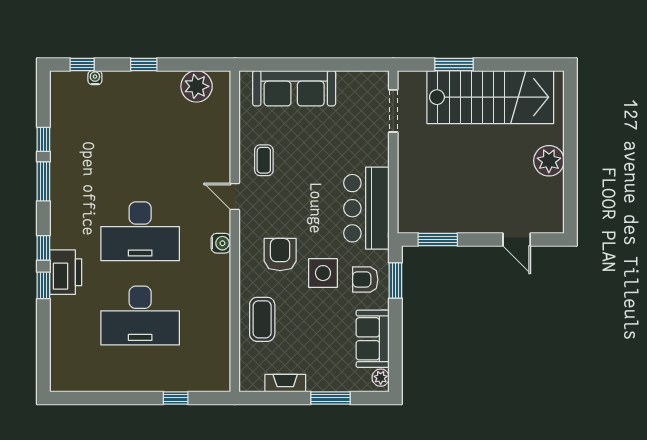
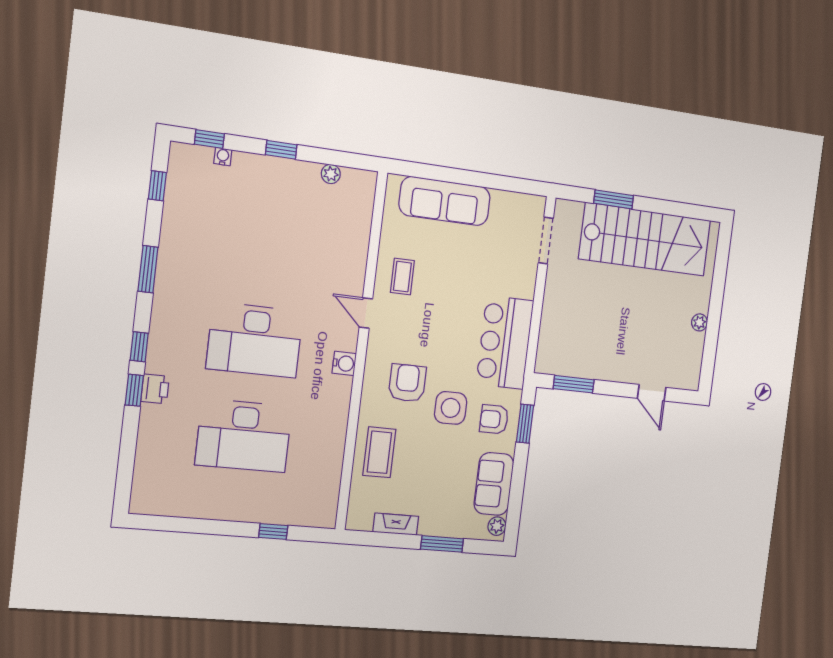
plant: (197, 86) -> (331, 174), width x0.53, depth x0.53
window: (43, 139) -> (157, 186), moved
plant: (549, 161) -> (699, 322), width x0.53, depth x0.53
printer: (66, 272) -> (155, 389), width x0.53, depth x0.68

